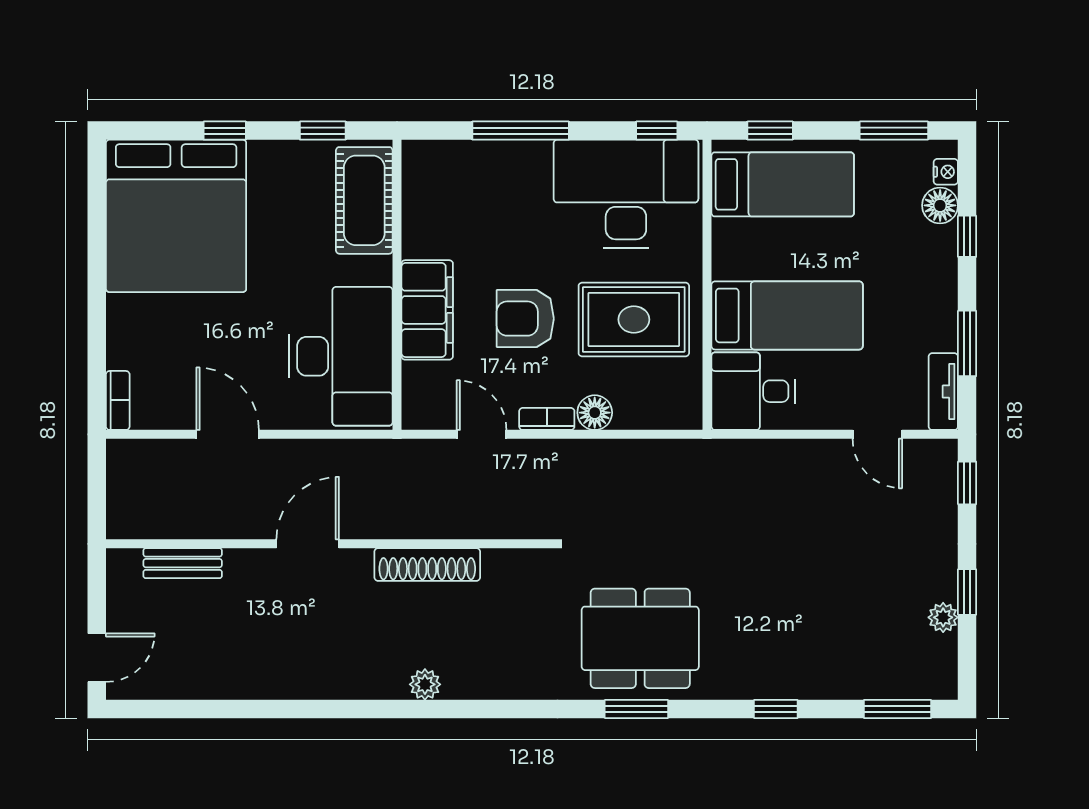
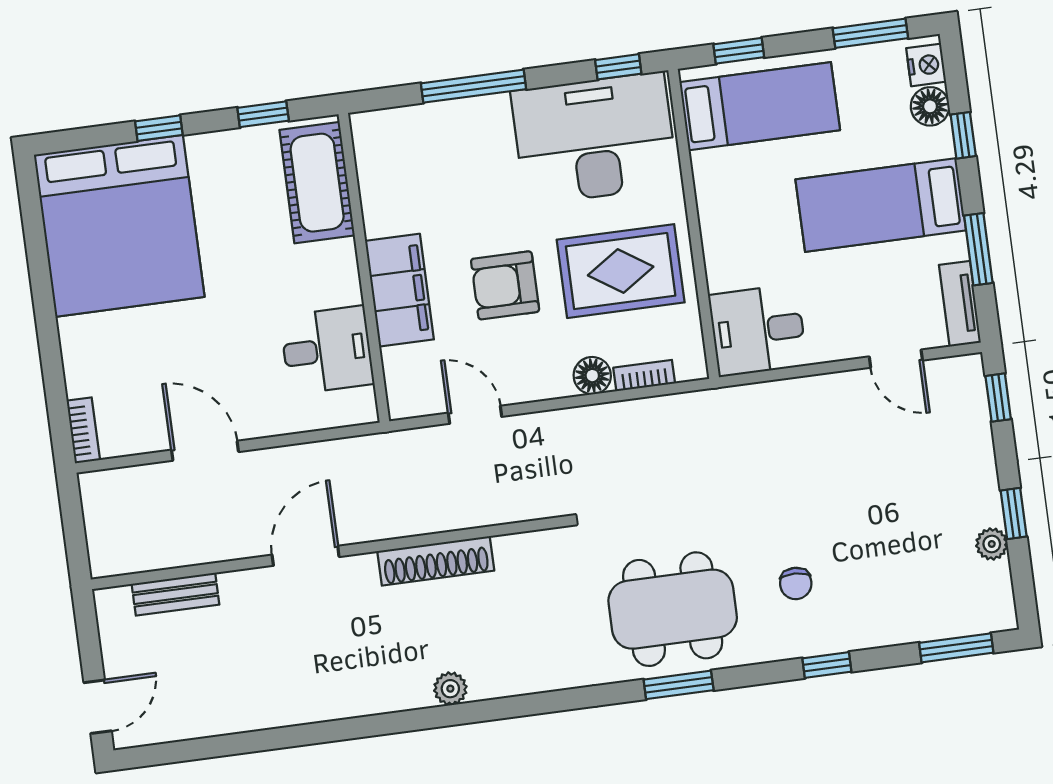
nightstand: (946, 172) -> (926, 65), width x1.39, depth x1.35
bed: (787, 315) -> (881, 205), moved, turned 180
desk: (341, 356) -> (327, 350), width x0.53, depth x0.77
bookcase: (547, 419) -> (644, 375), moved
chair: (757, 630) -> (796, 583), added

